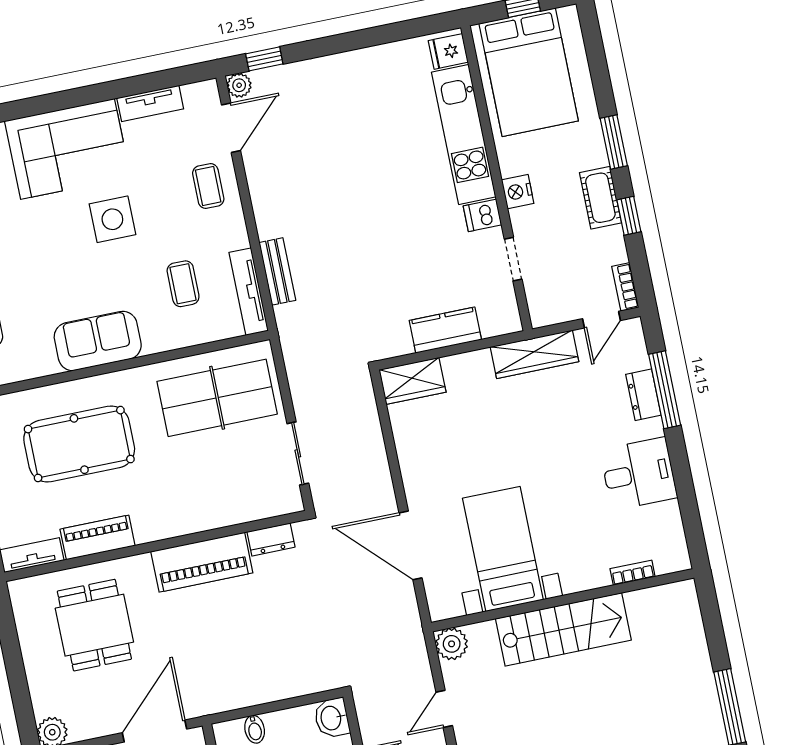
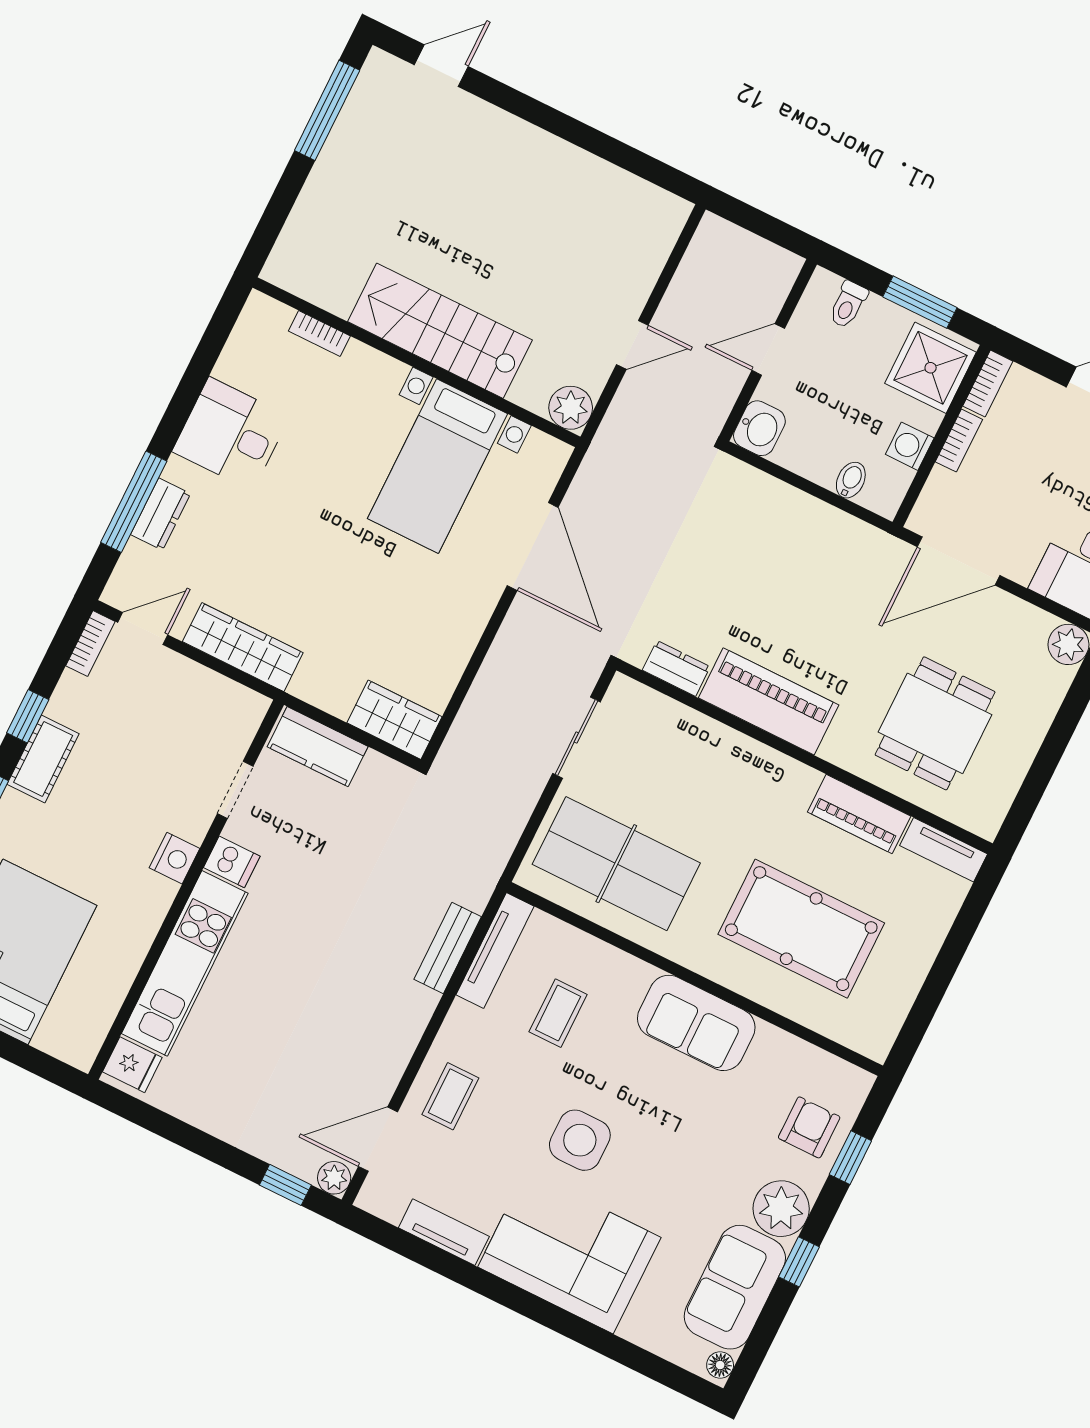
fridge: (448, 51) -> (132, 1065), moved
kitchen unit: (464, 135) -> (185, 963), moved
wall: (497, 178) -> (186, 890), moved
nightstand: (518, 192) -> (175, 858), moved
dishwasher: (482, 215) -> (232, 862), moved
doorway: (513, 259) -> (235, 790), moved

